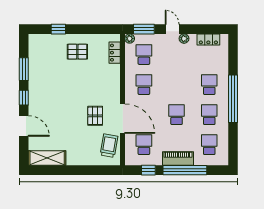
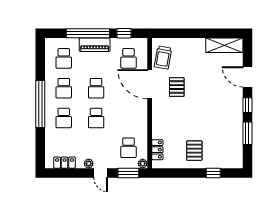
pallet: (77, 52) -> (194, 151), turned 90
school desk: (144, 85) -> (96, 118), moved

